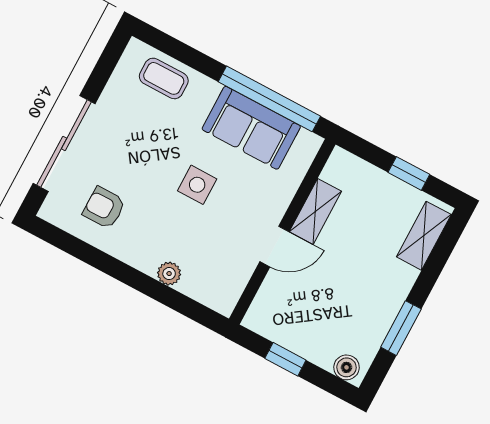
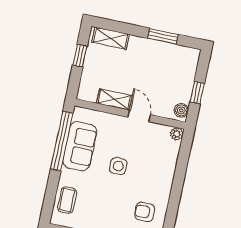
armchair: (104, 208) -> (145, 212), turned 90
plant: (169, 274) -> (177, 134), moved
boiler: (347, 367) -> (181, 110), moved

